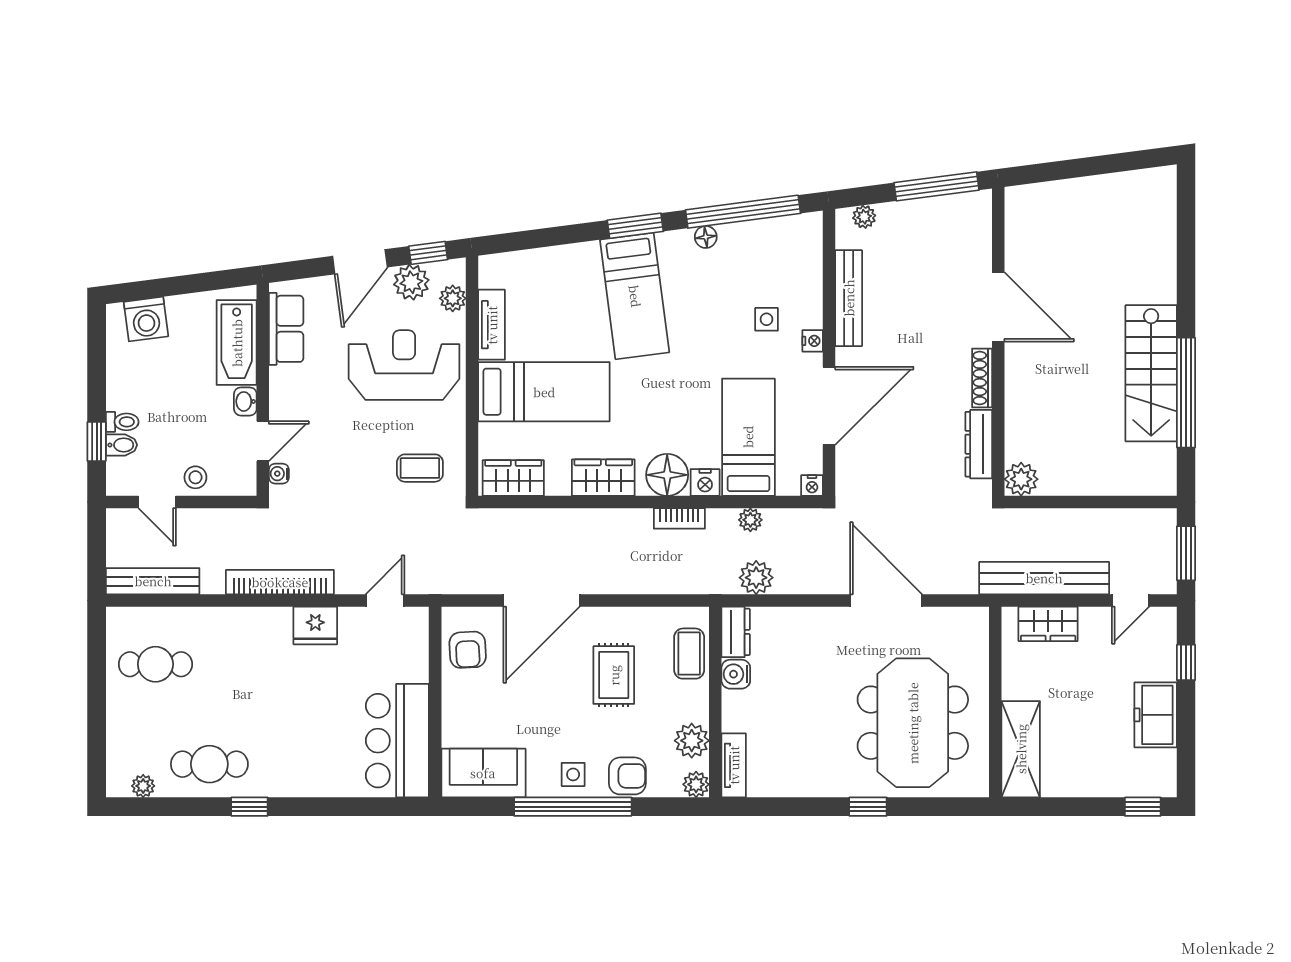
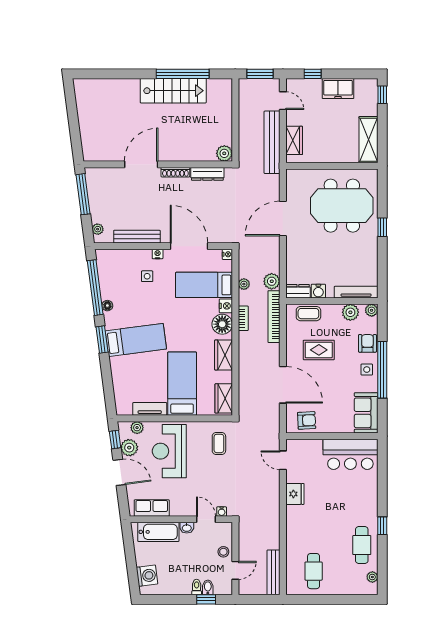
bookcase: (280, 582) -> (274, 317), moved
shelving: (1021, 749) -> (369, 140), moved, turned 90
tv unit: (734, 765) -> (356, 292), width x1.41

